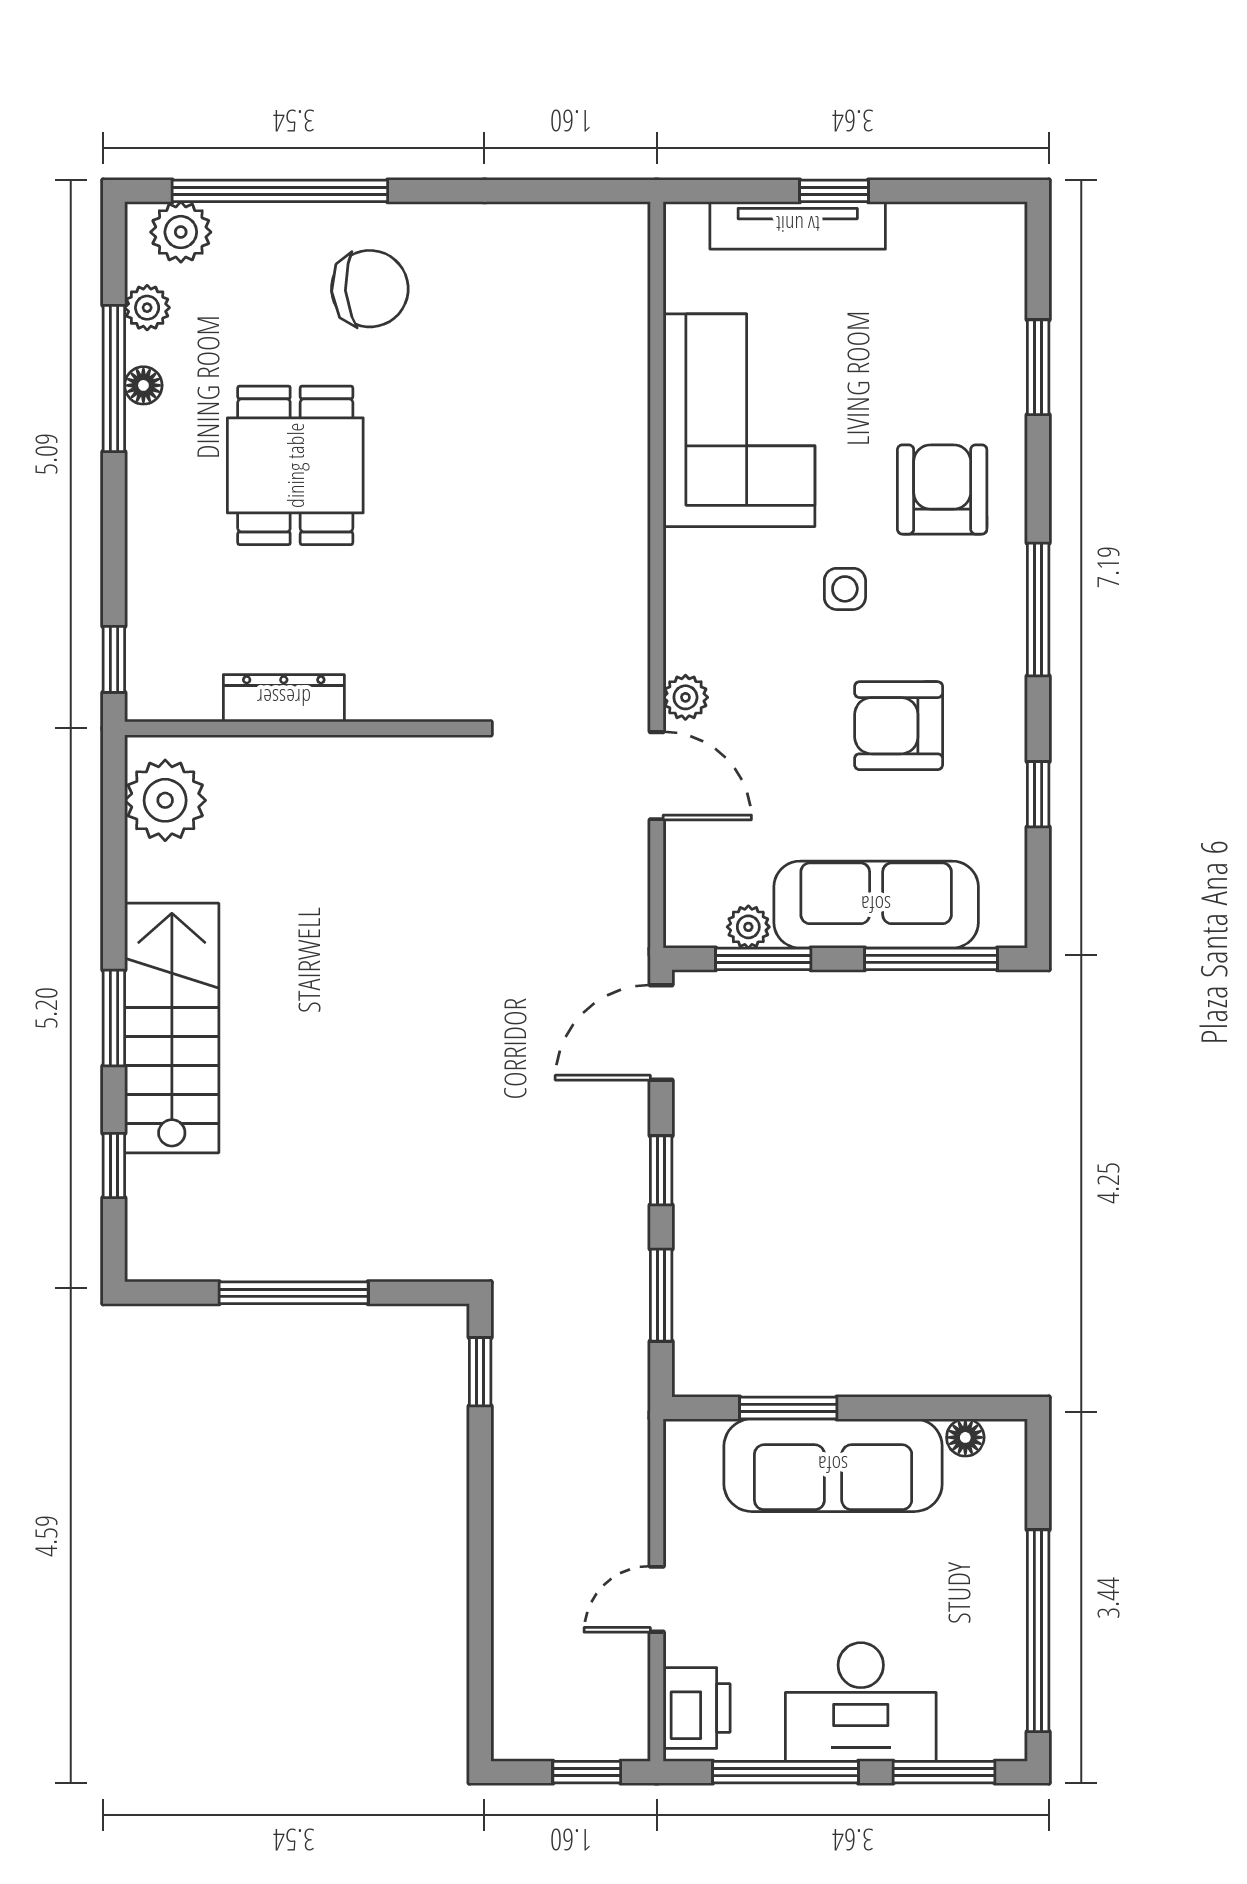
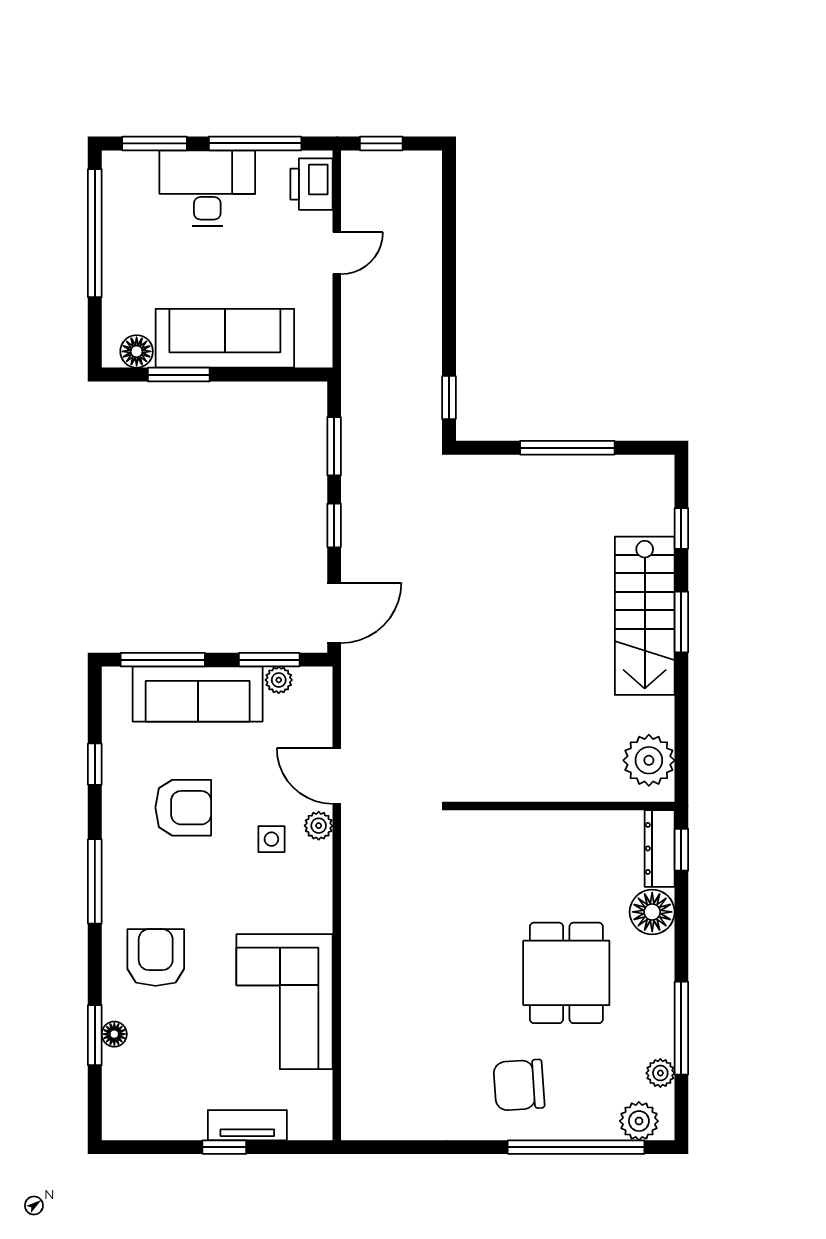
tv unit: (798, 225) -> (247, 1125), width x0.71
floor lamp: (1007, 369) -> (114, 1034), added
floor lamp: (143, 385) -> (652, 912), moved, width x1.89, depth x1.89
armchair: (942, 489) -> (156, 958), turned 180
side table: (845, 589) -> (271, 839), moved
dresser: (284, 698) -> (660, 848), moved, turned 90
window: (788, 1408) -> (179, 375), moved
floor lamp: (965, 1437) -> (137, 351), width x1.37, depth x1.37

